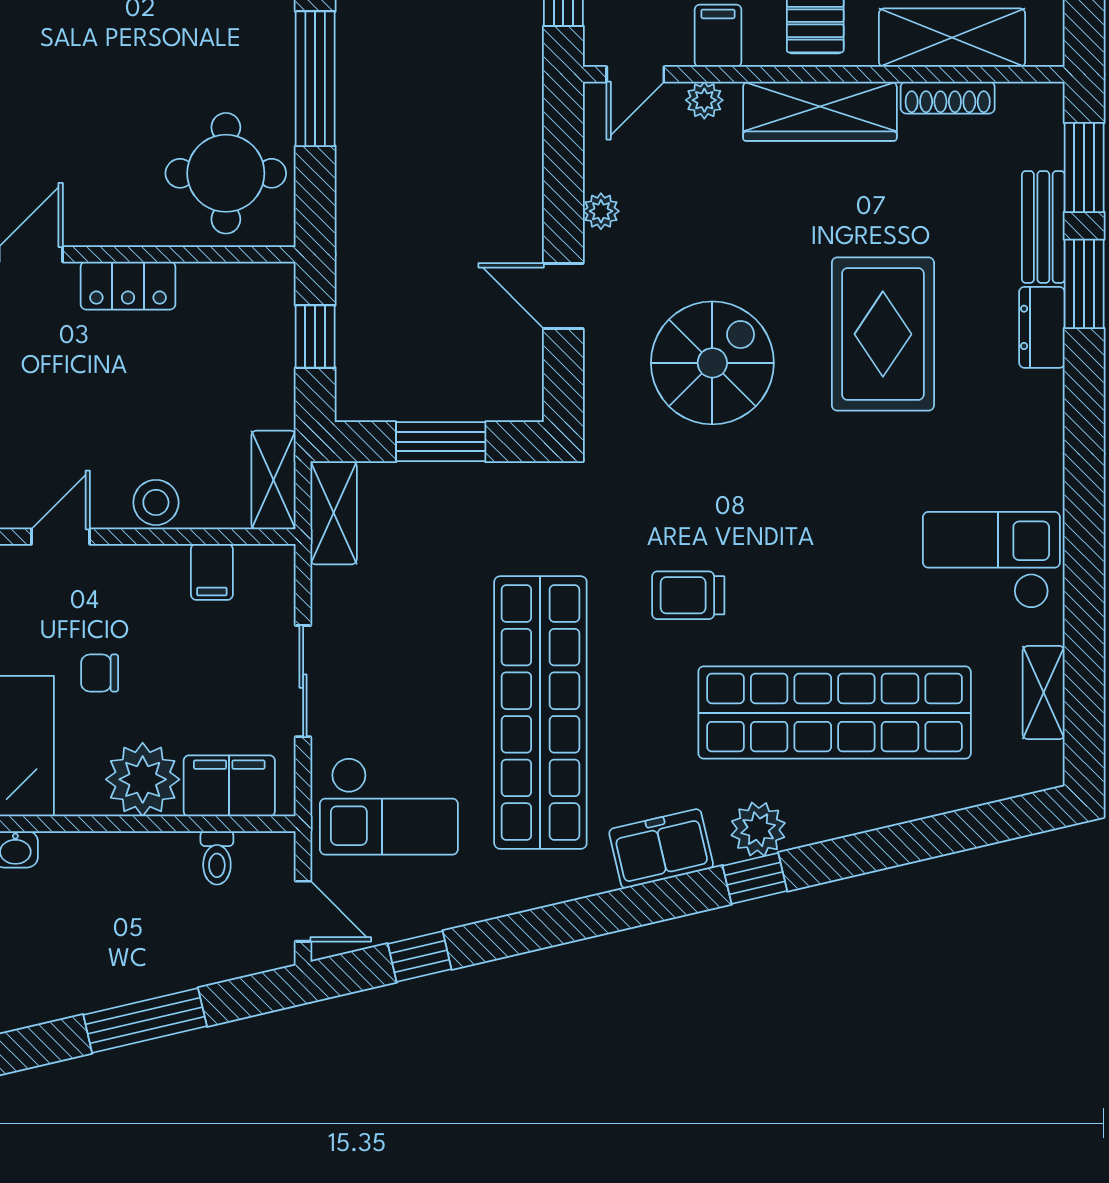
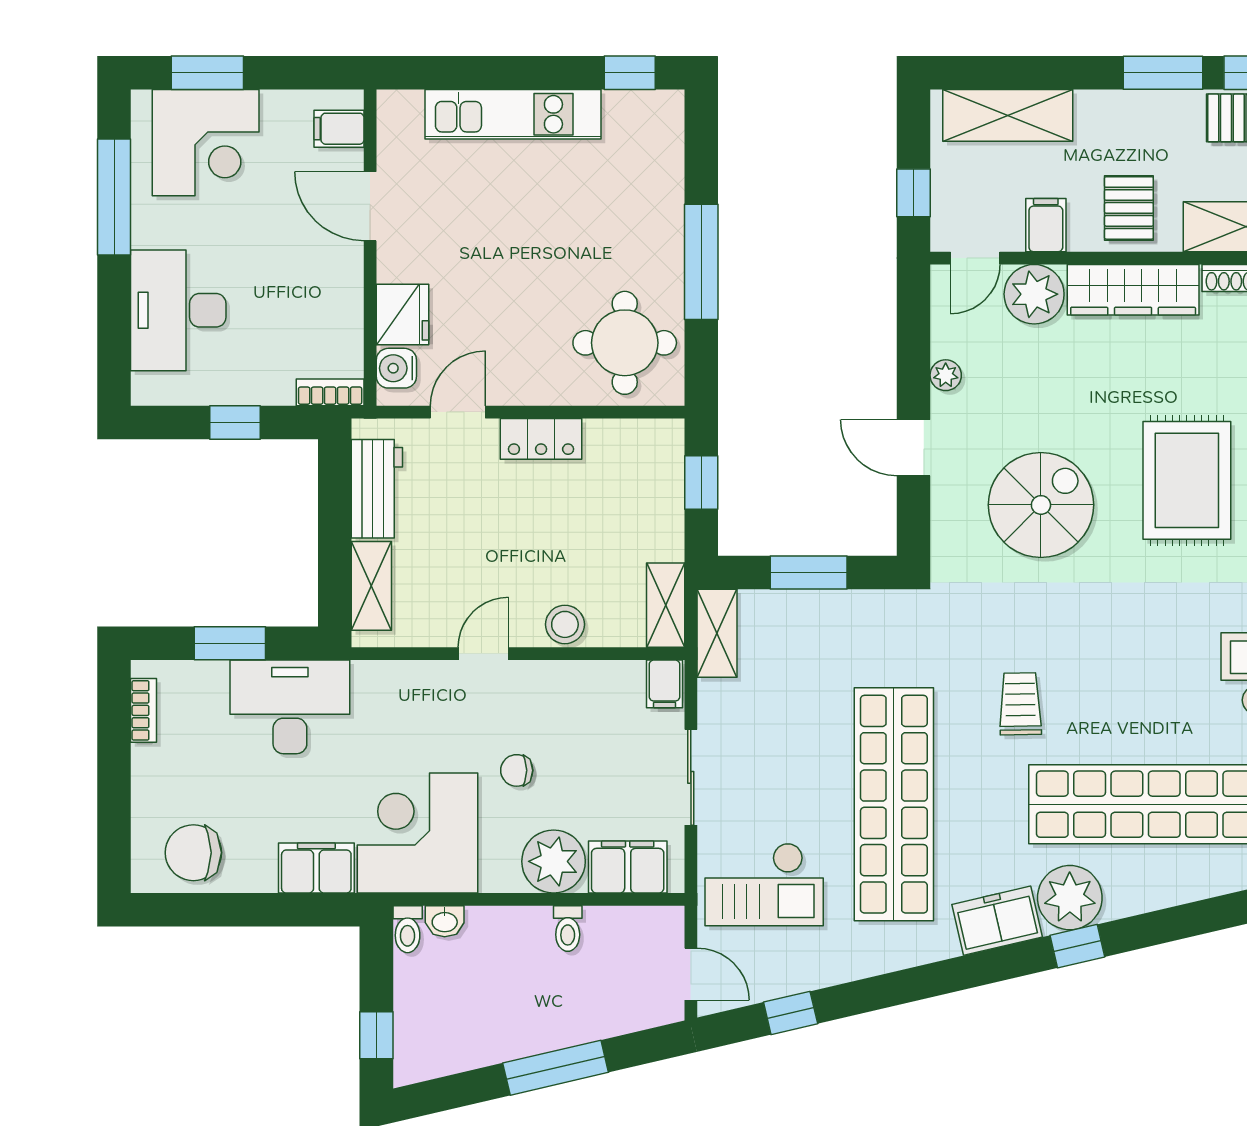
plant: (704, 100) -> (1034, 294), width x1.88, depth x1.88
filing cabinet: (212, 572) -> (665, 684), moved
trolley: (688, 595) -> (1020, 704), turned 89
plant: (758, 829) -> (1070, 898), width x1.36, depth x1.36
toilet: (217, 858) -> (568, 929), moved

